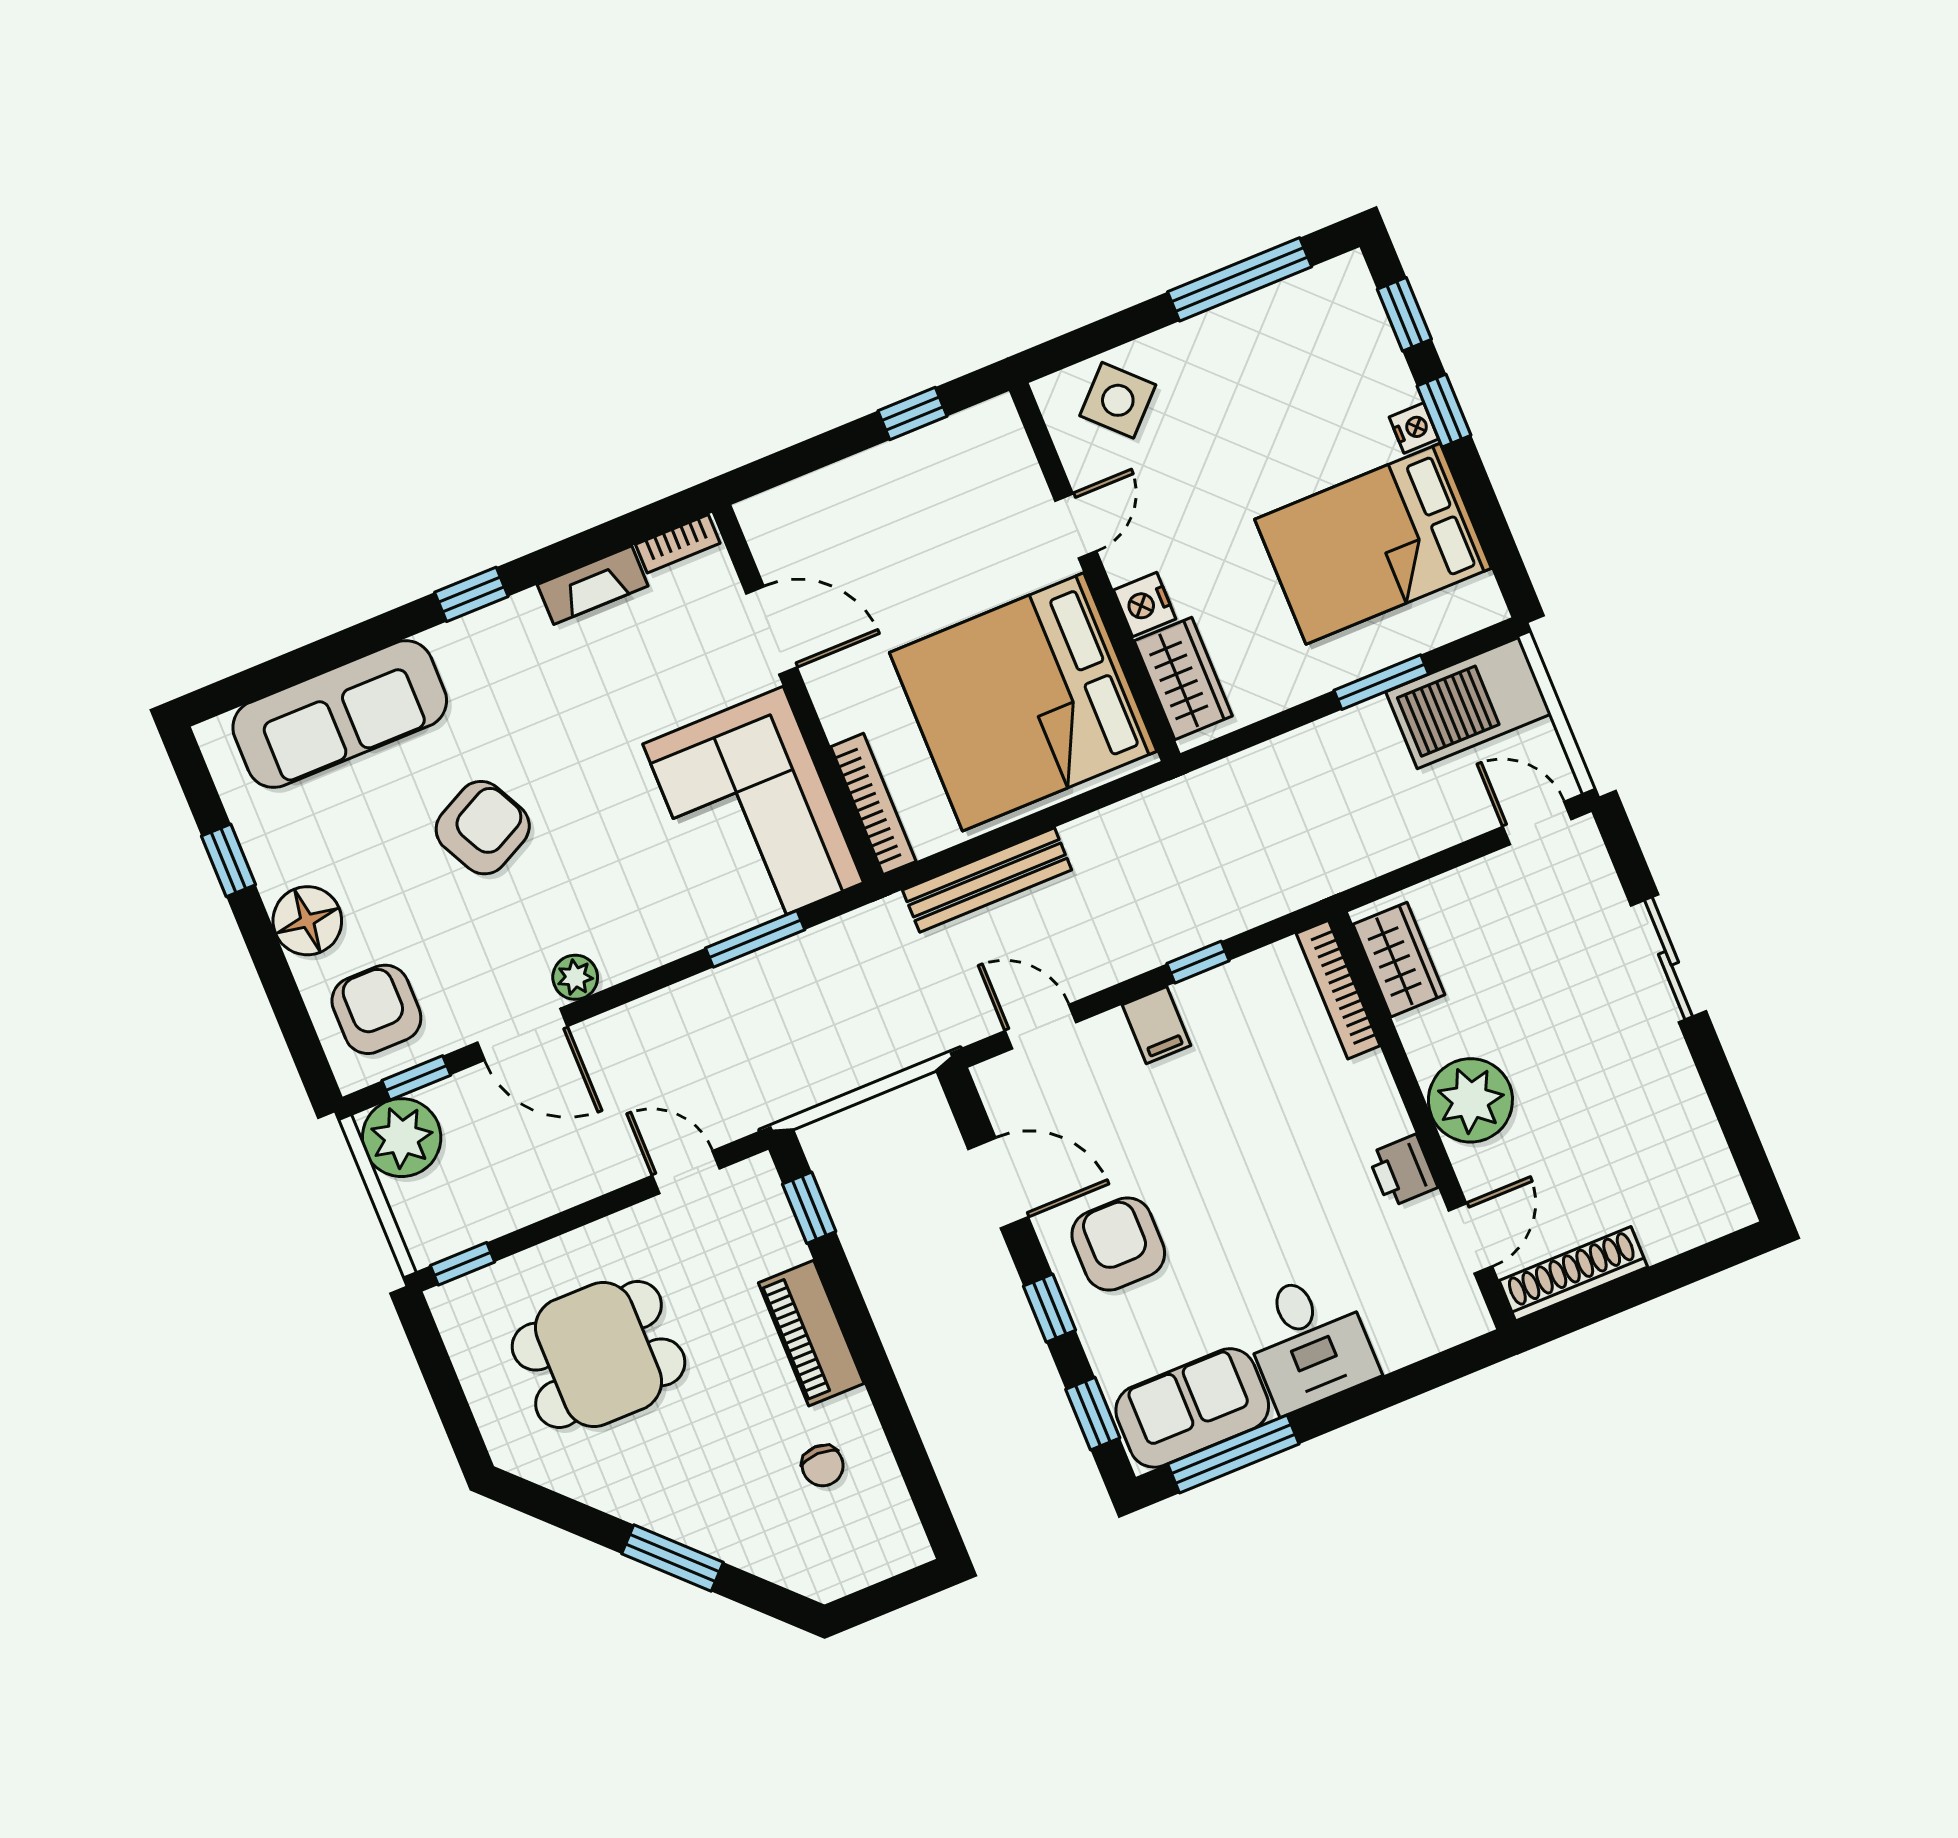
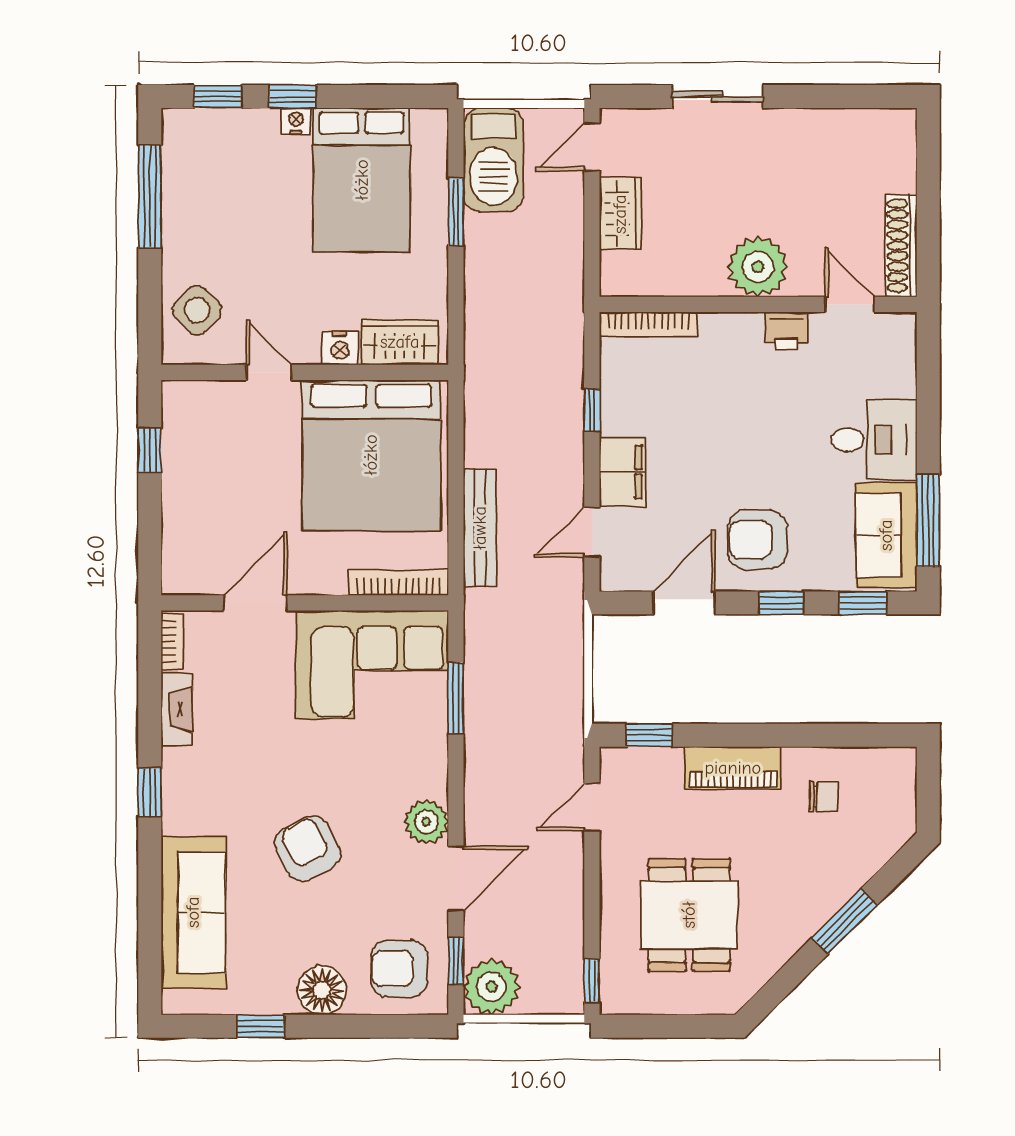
wardrobe: (1399, 960) -> (620, 214), moved, turned 90
plant: (575, 977) -> (426, 822), width x1.38, depth x1.38
filing cabinet: (1156, 1025) -> (622, 472), width x2.00

